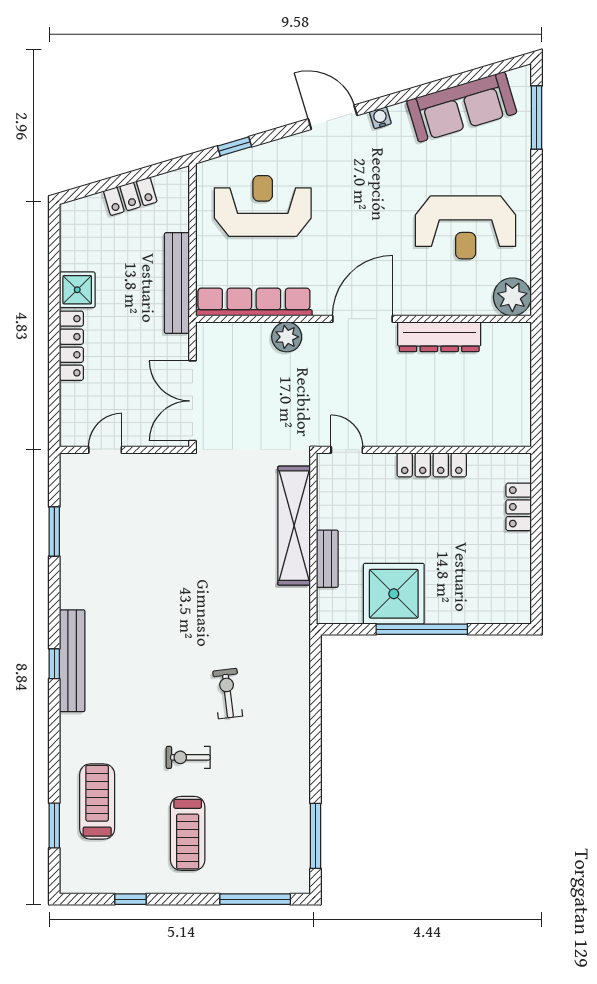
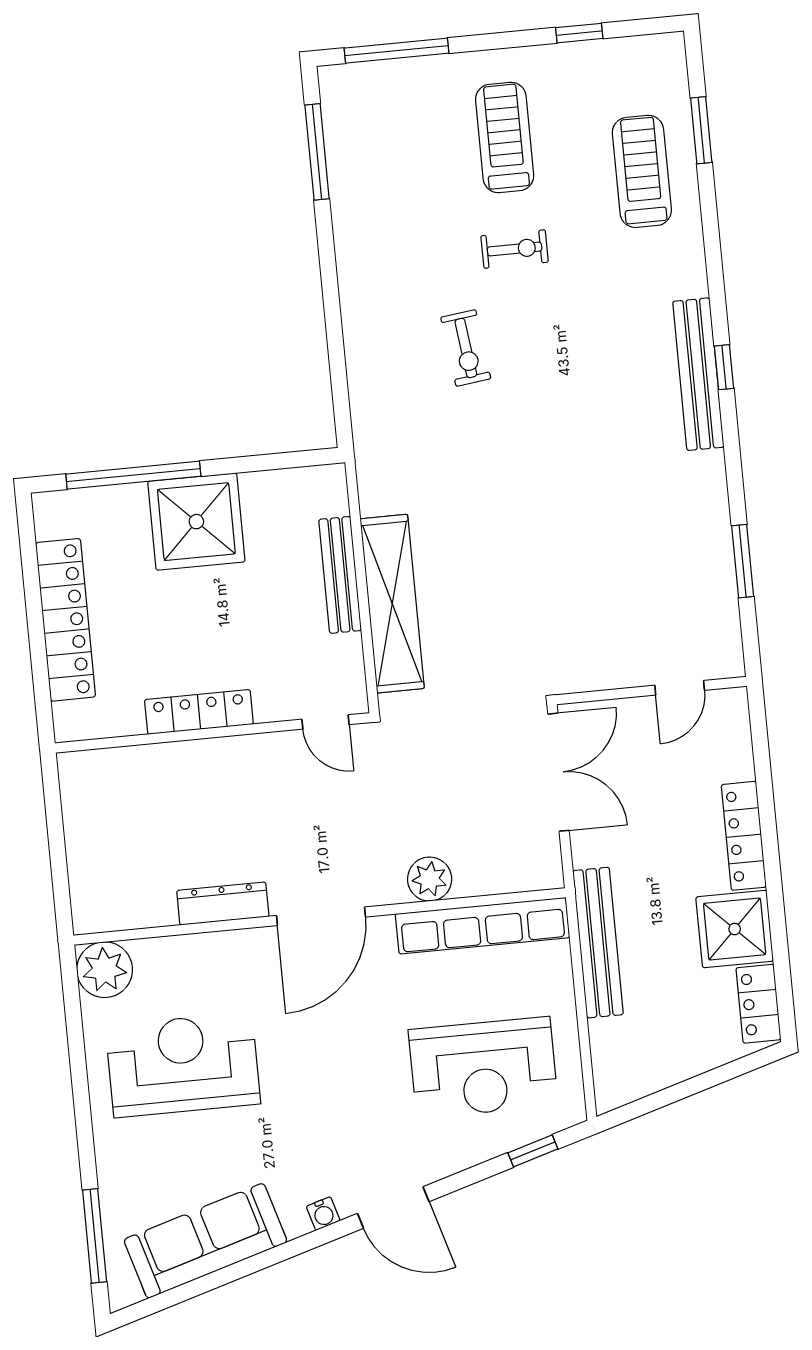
locker: (130, 196) -> (758, 1004), moved, turned -73
shower: (77, 290) -> (735, 929), width x1.36, depth x1.36
dresser: (439, 337) -> (223, 904), width x0.73, depth x0.80
locker: (519, 507) -> (65, 620), width x2.16, depth x1.21
bench: (327, 559) -> (340, 575), width x1.36
shower: (394, 594) -> (196, 522), moved
window: (422, 629) -> (133, 475), moved
treadmill: (97, 801) -> (642, 171), turned 180

